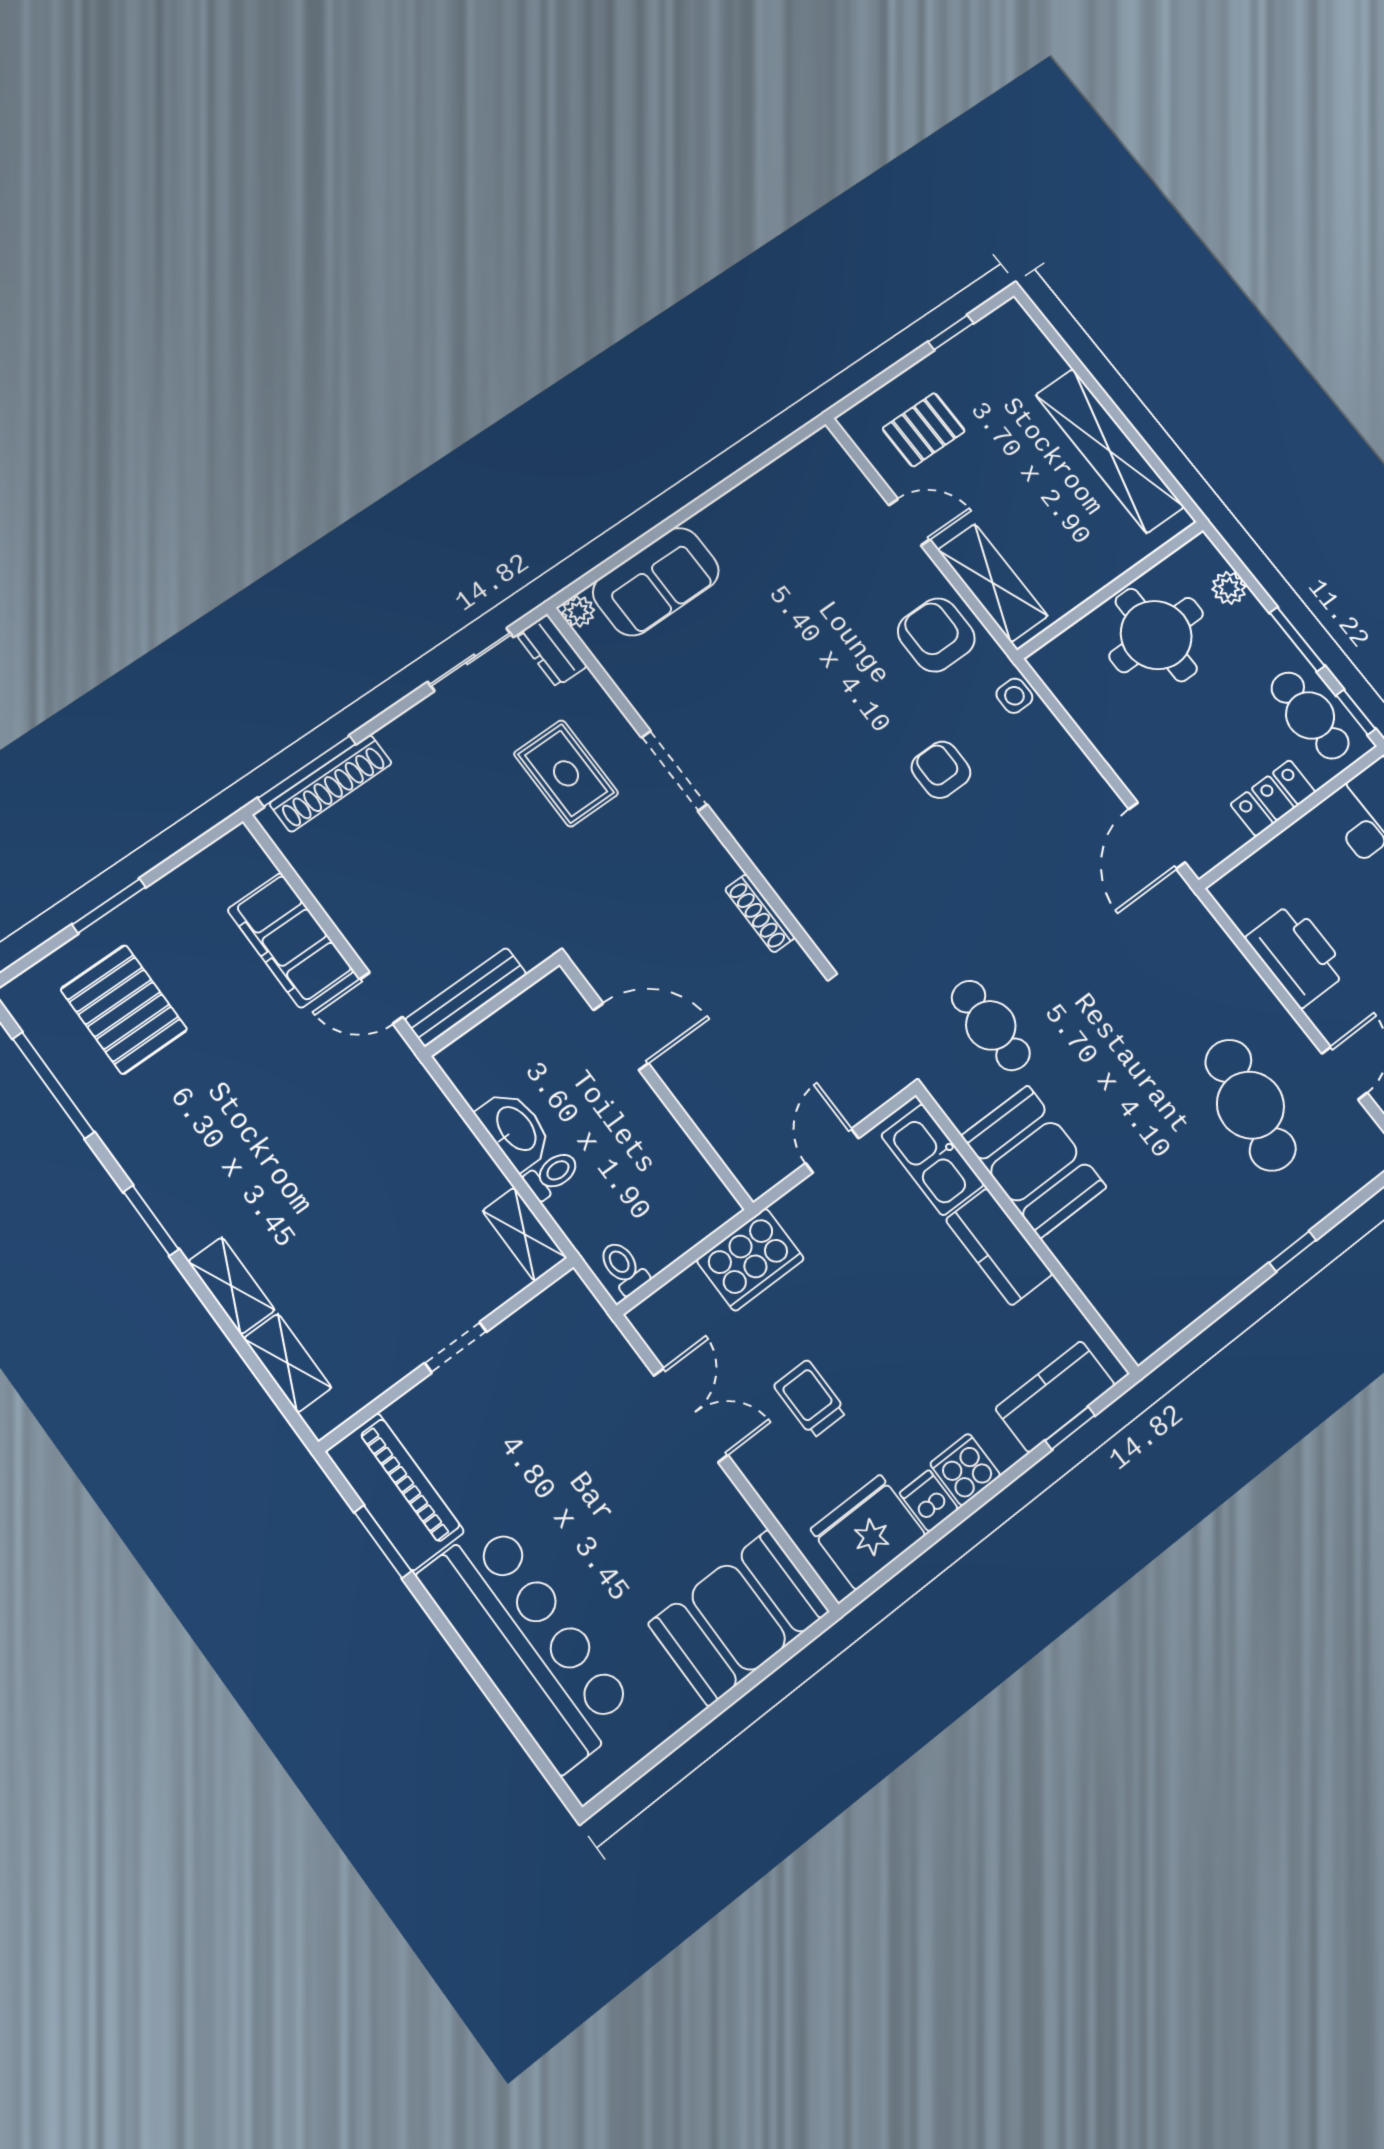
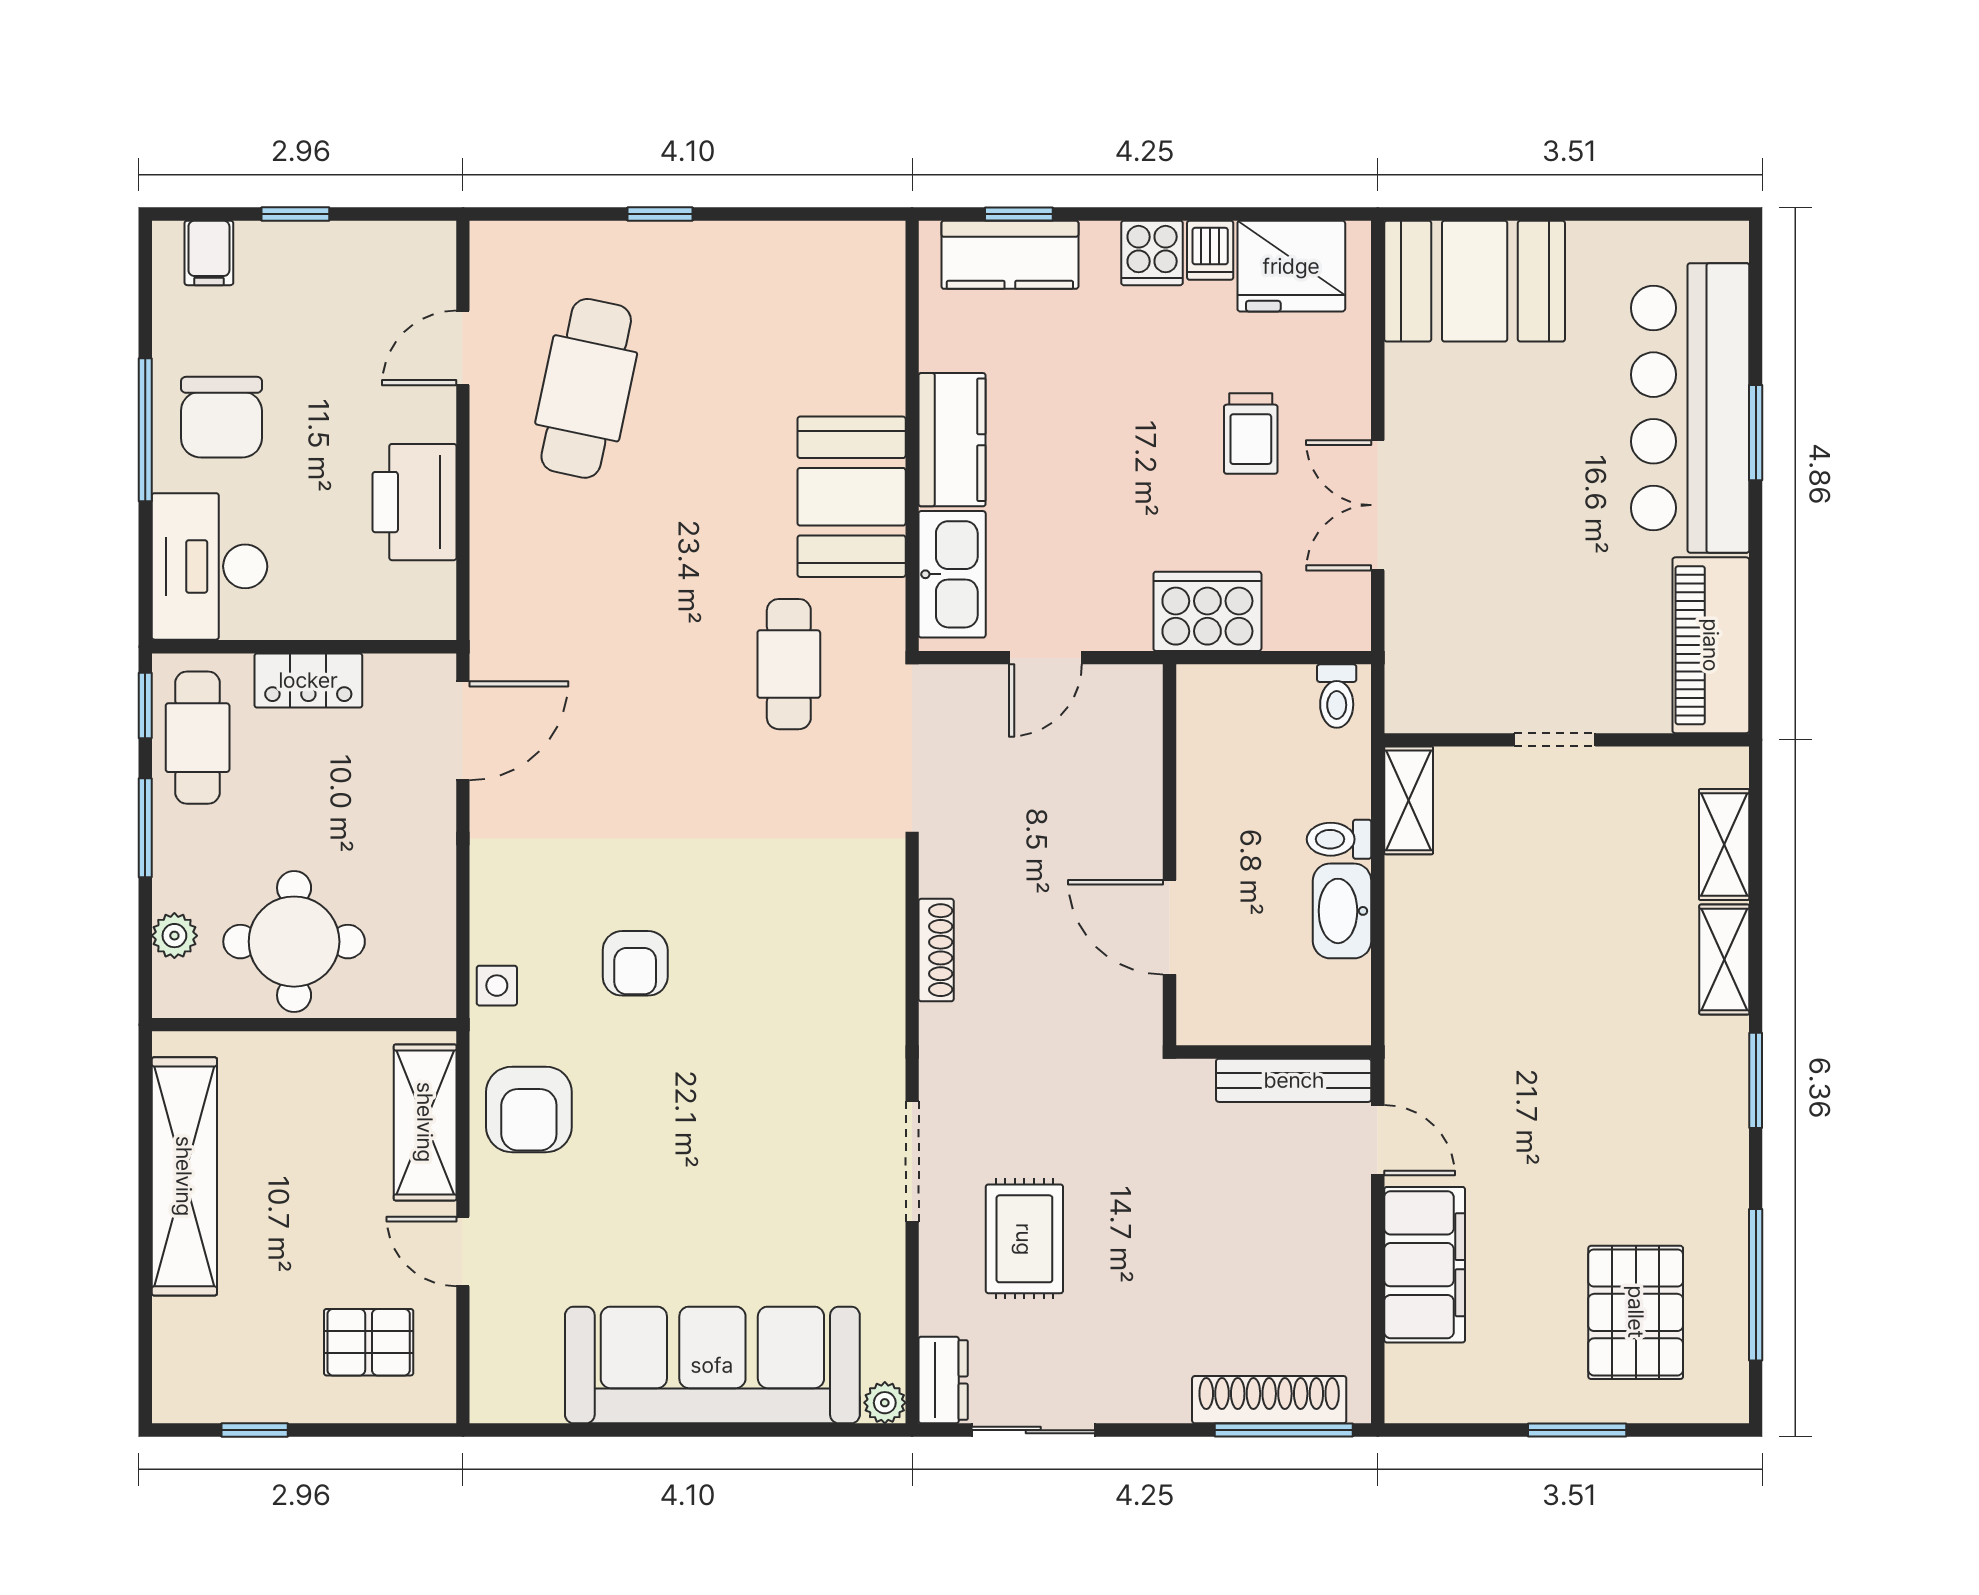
sofa: (656, 582) -> (712, 1365), width x1.85, depth x1.27
window: (383, 1542) -> (1756, 433), moved

